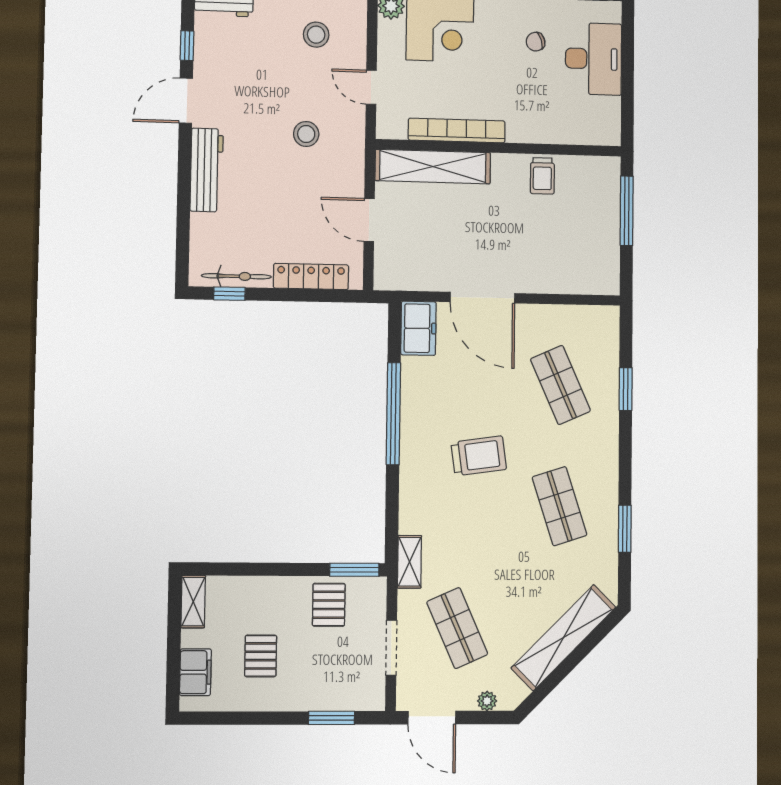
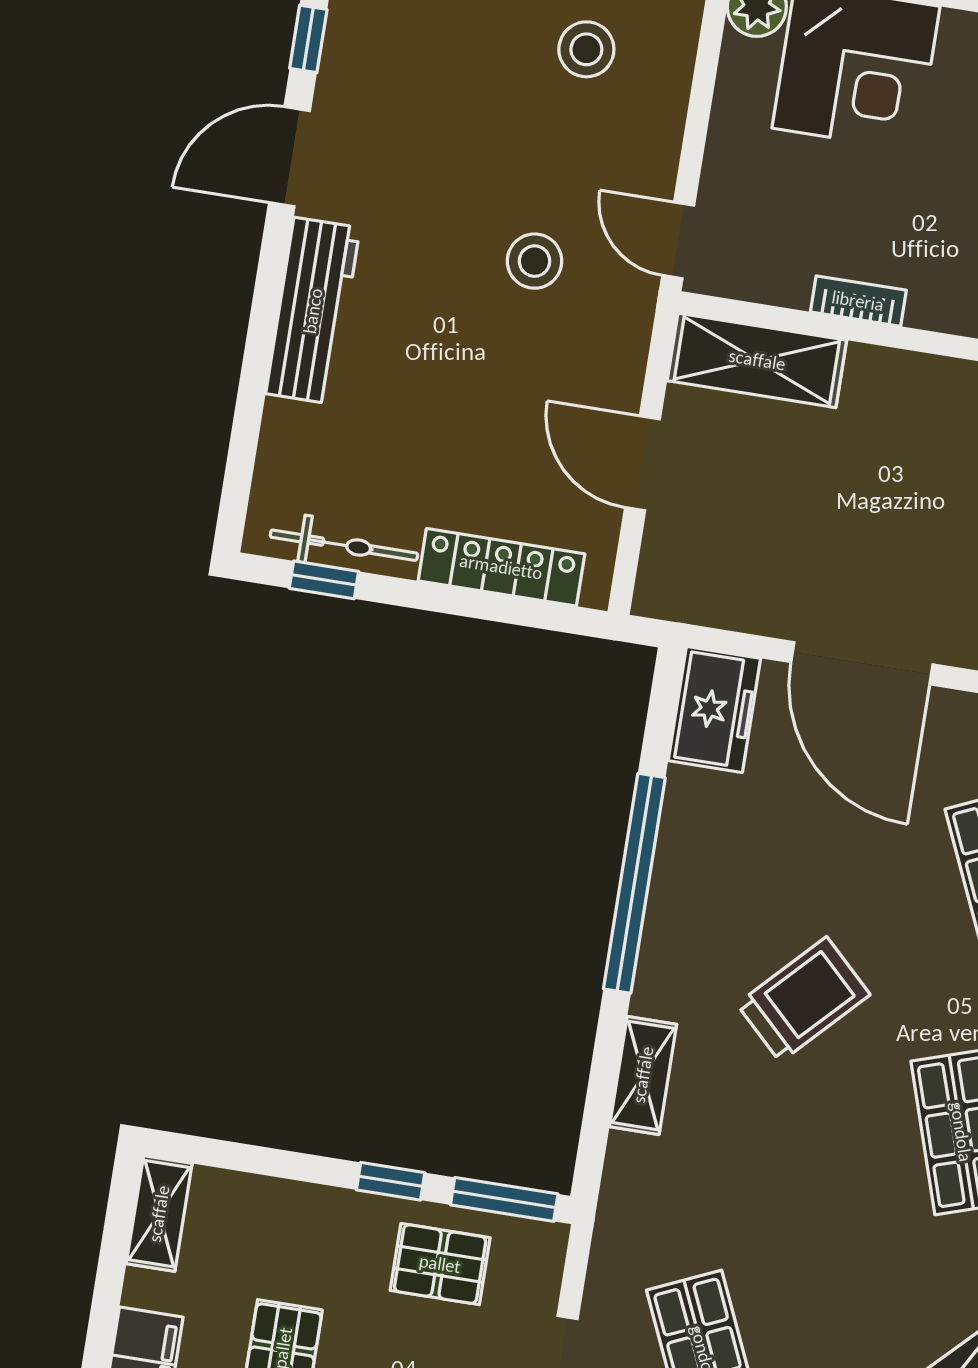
door: (371, 87) -> (678, 240), moved
bookcase: (457, 131) -> (858, 301), width x0.43, depth x0.76
shelving: (433, 167) -> (757, 360), width x0.68
trolley: (479, 456) -> (803, 999), turned -38
shelving: (409, 562) -> (643, 1075), moved
window: (300, 569) -> (391, 1181), added
pallet: (329, 605) -> (440, 1264), turned 90

